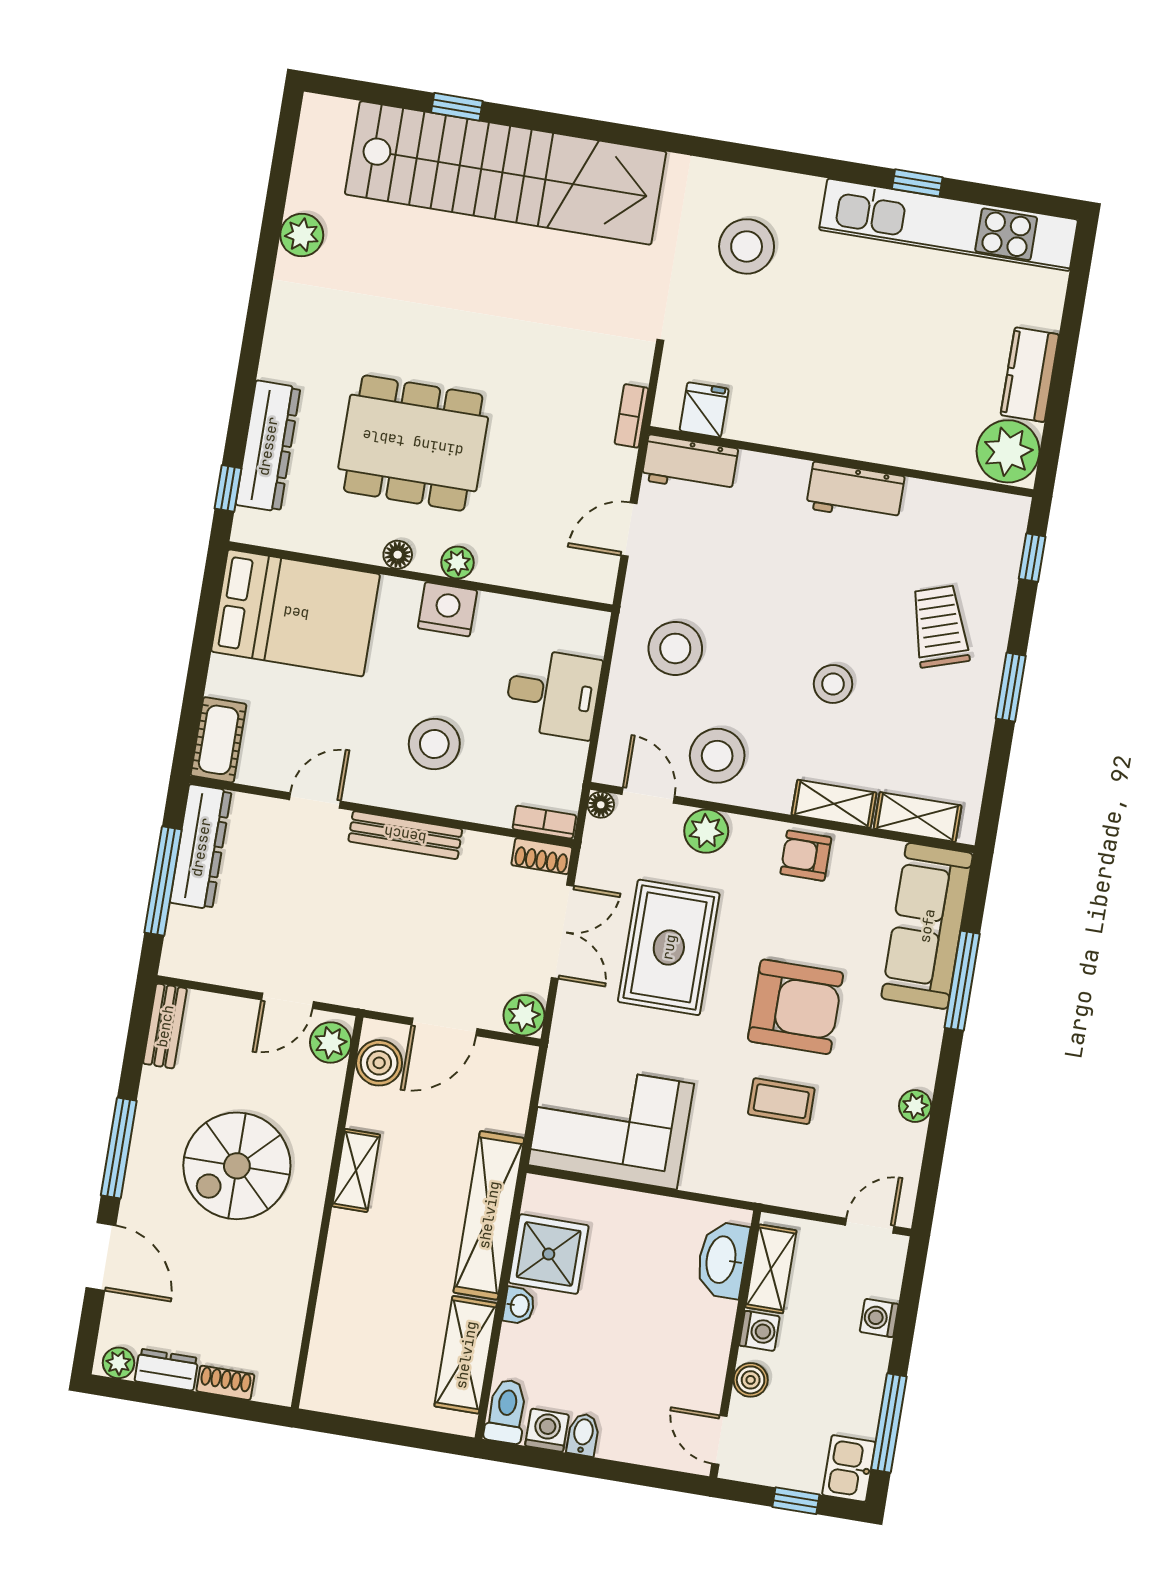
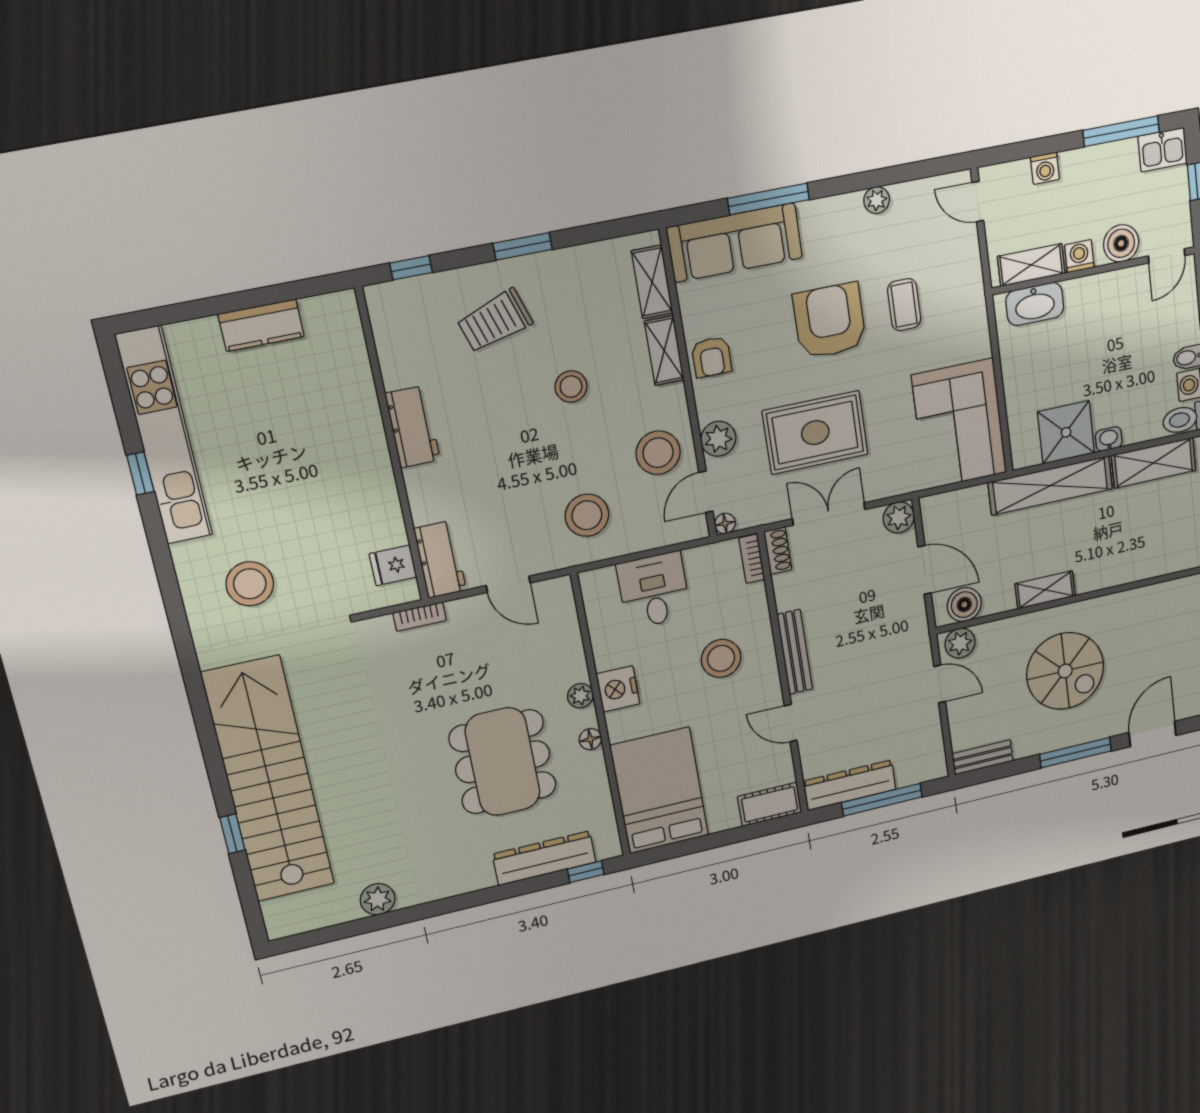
plant: (1008, 451) -> (332, 319), removed
boiler: (751, 1380) -> (1121, 243), width x1.36, depth x1.36

